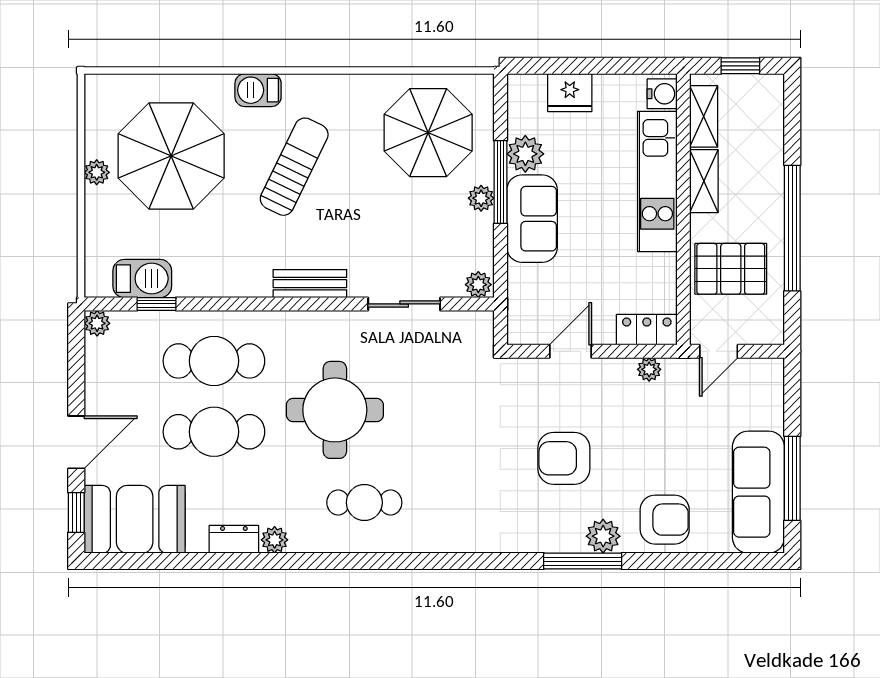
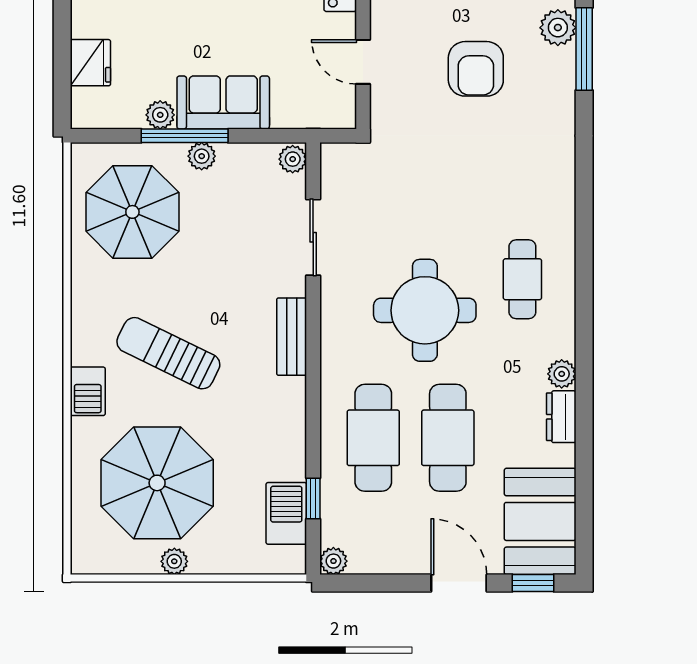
plant: (525, 154) -> (160, 115), width x0.73, depth x0.73

